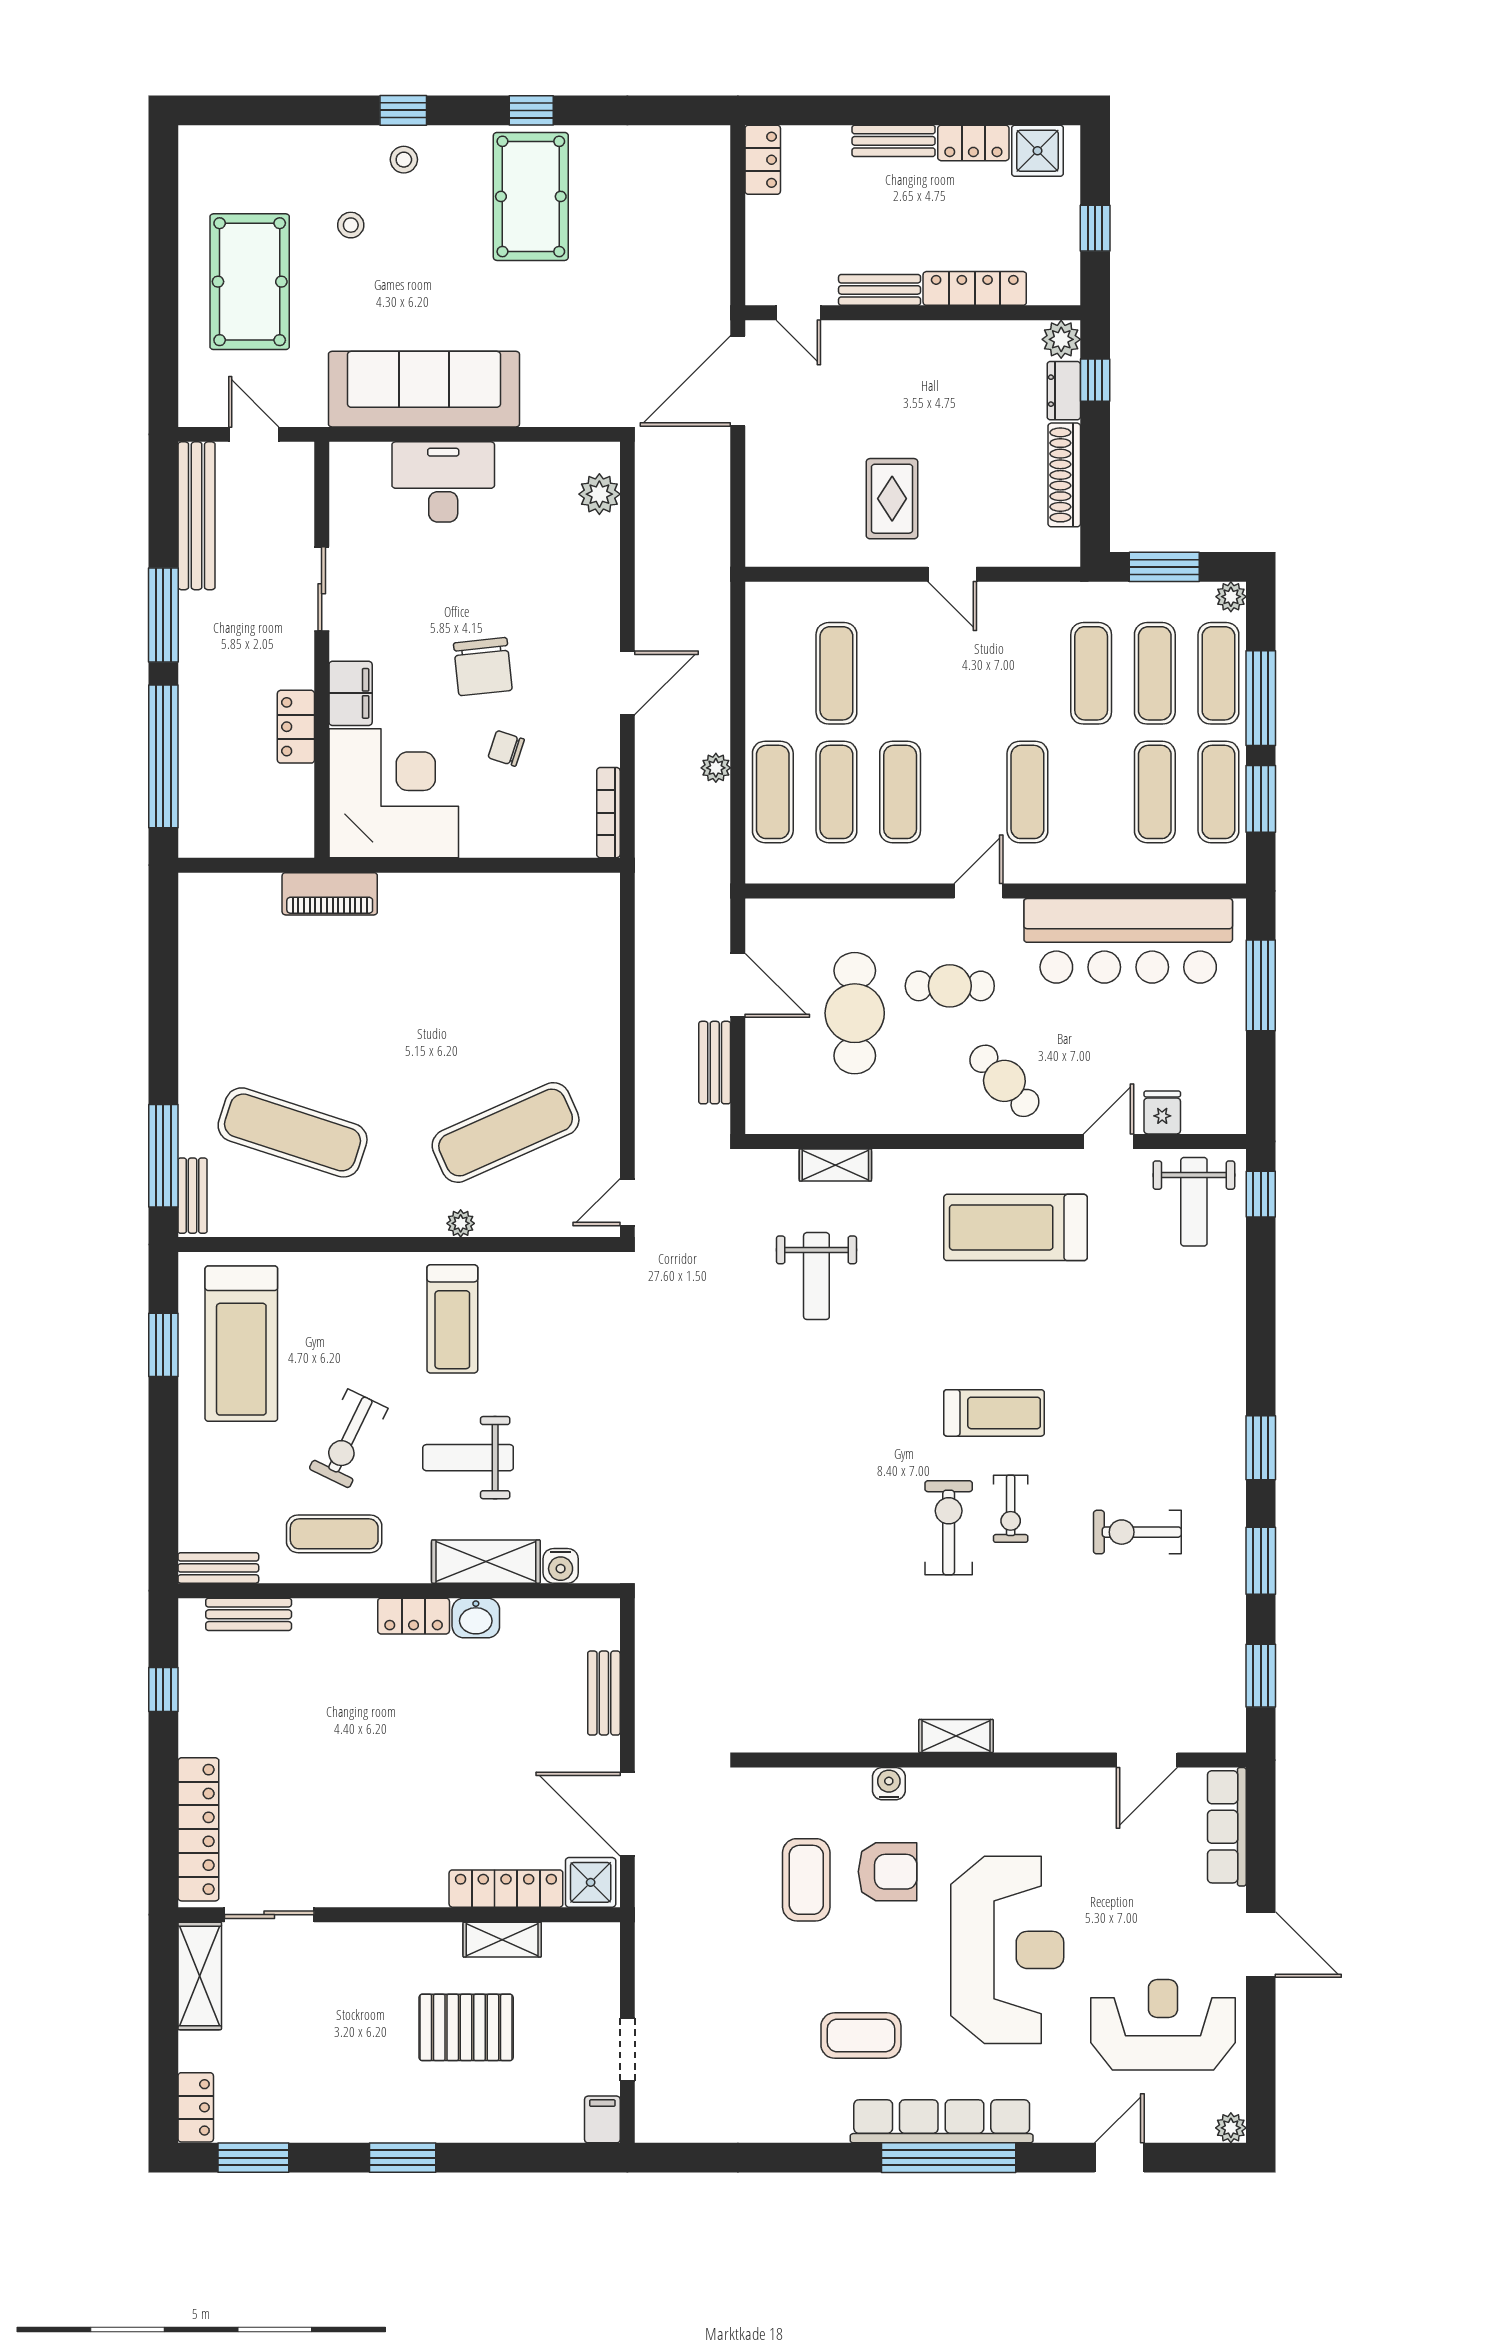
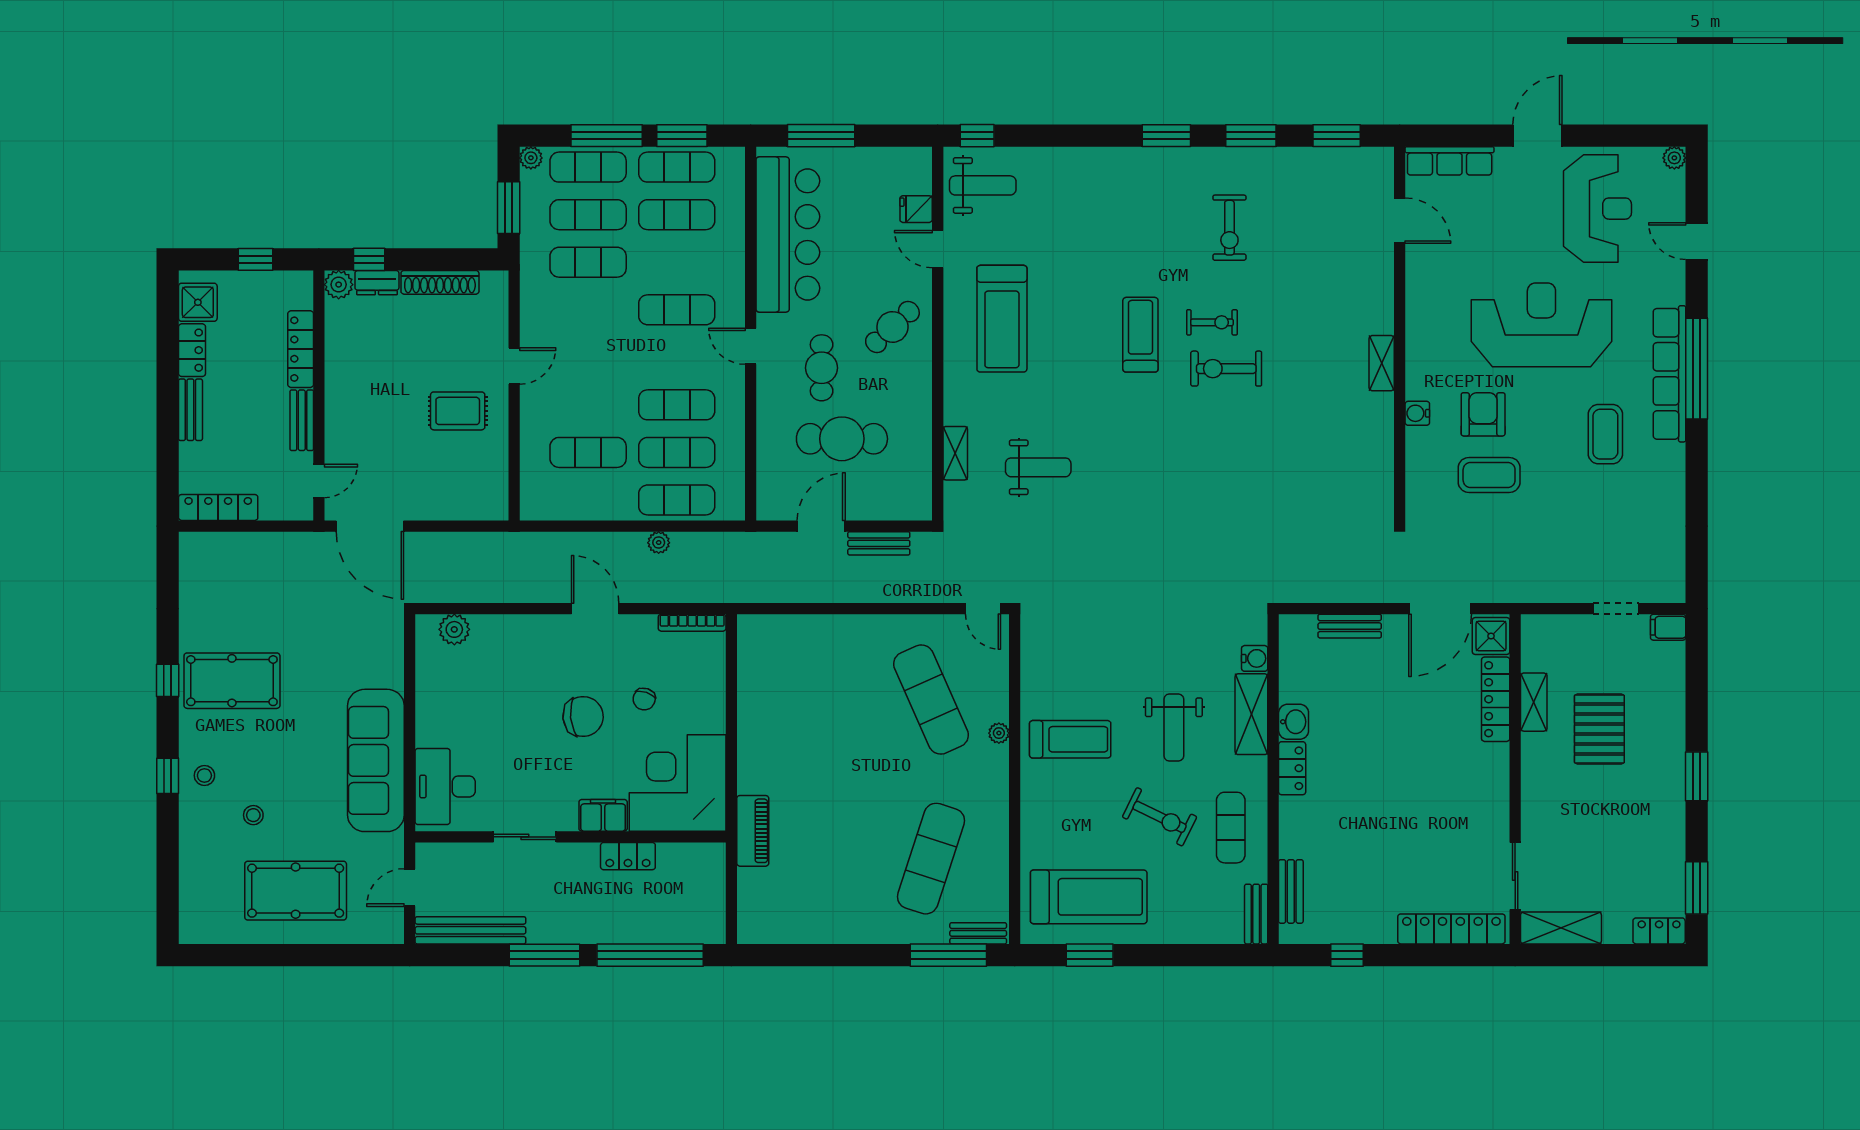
locker: (763, 160) -> (218, 507), width x1.53
desk: (443, 482) -> (445, 786), moved
reception desk: (1163, 2025) -> (1597, 209), turned 180

